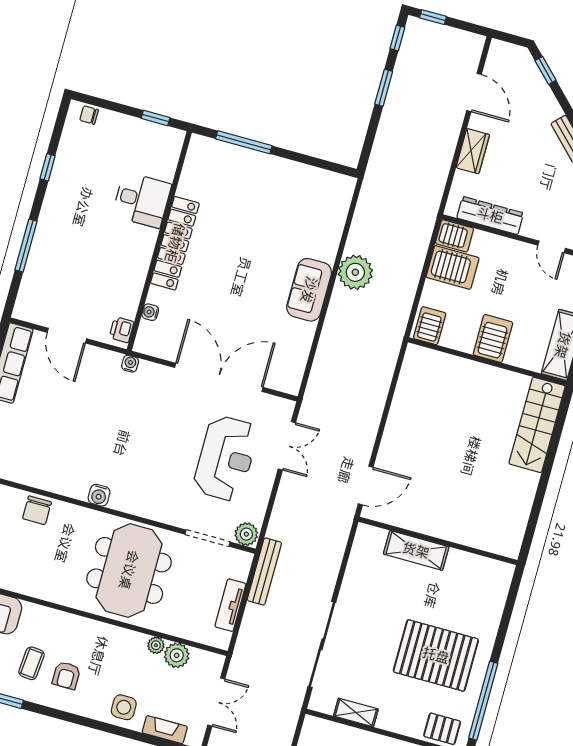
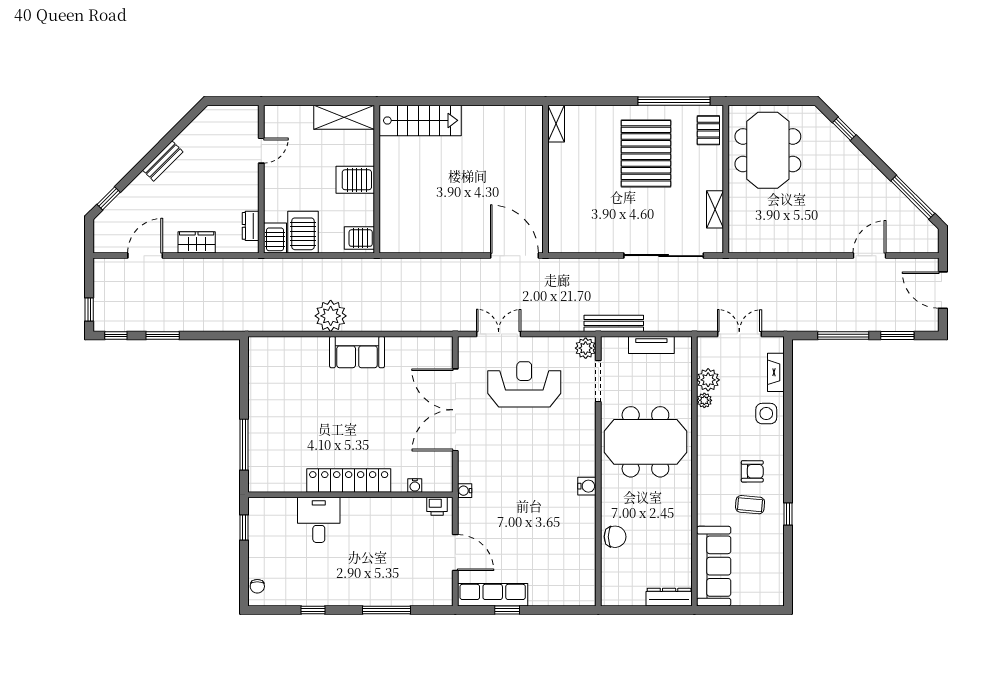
dresser: (490, 215) -> (251, 226), width x0.51, depth x0.80
door: (67, 336) -> (455, 553), hinge flipped
door: (366, 486) -> (514, 256), width x1.36
shelving: (416, 550) -> (556, 124), moved, width x0.67, depth x0.75

